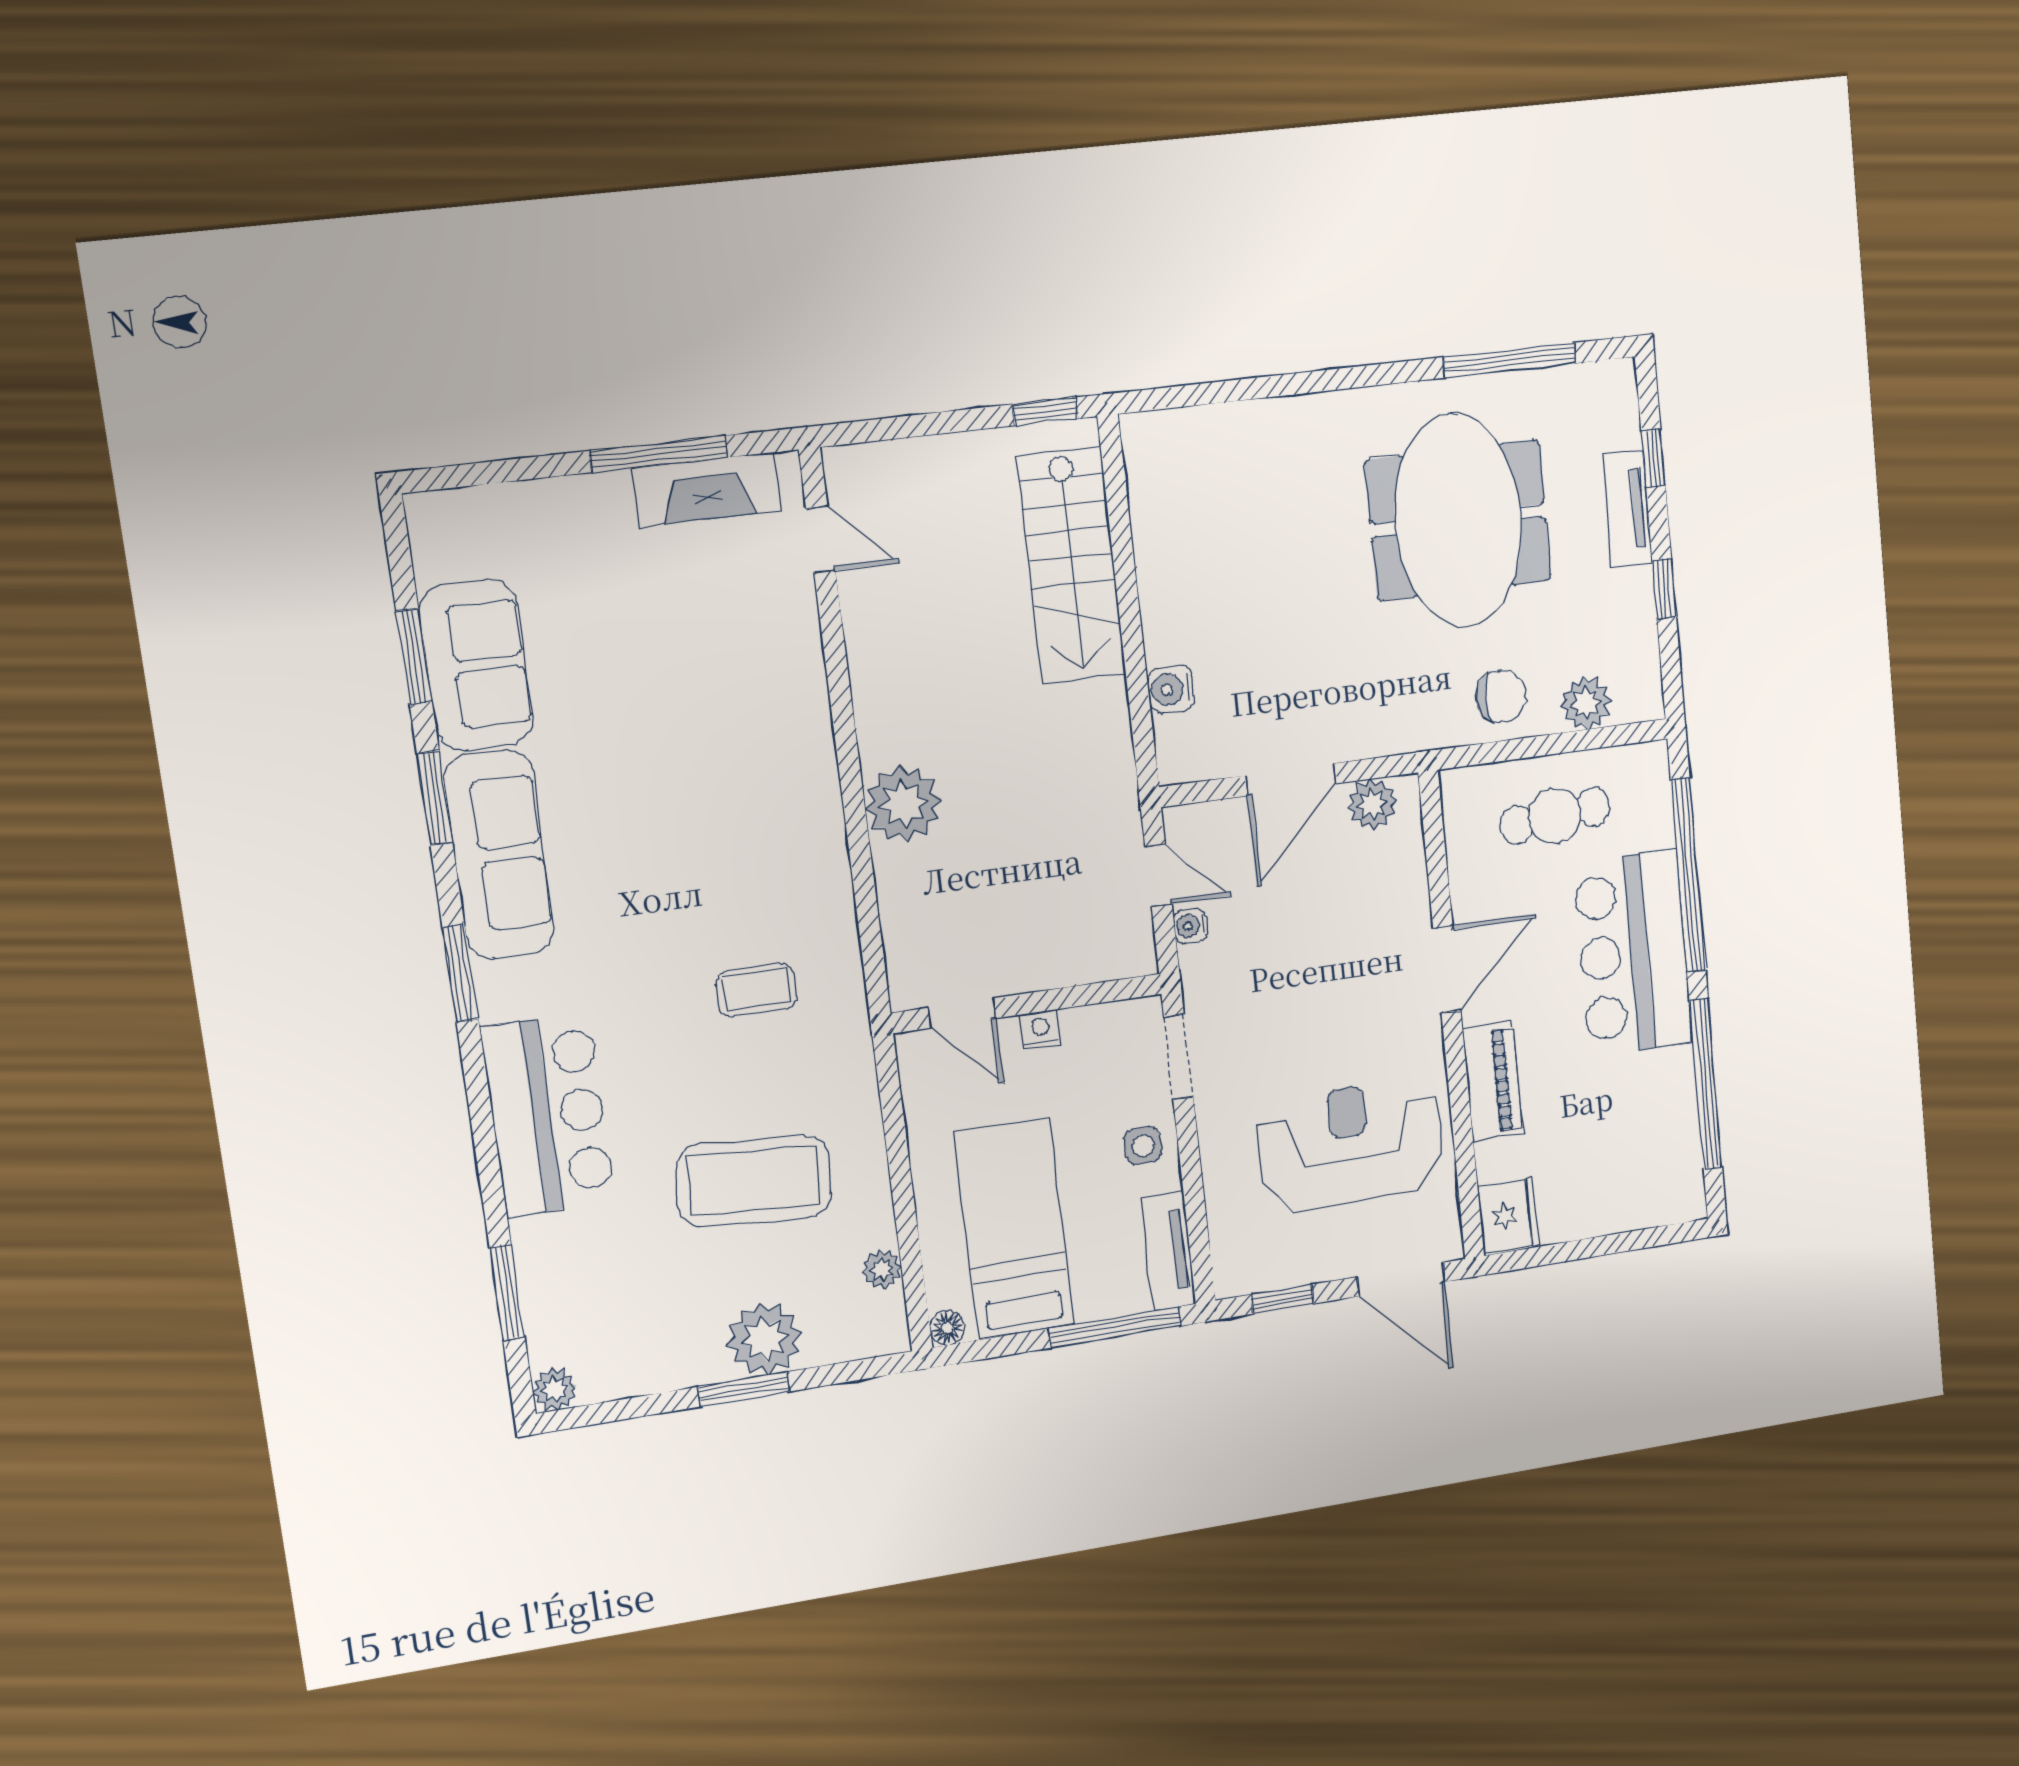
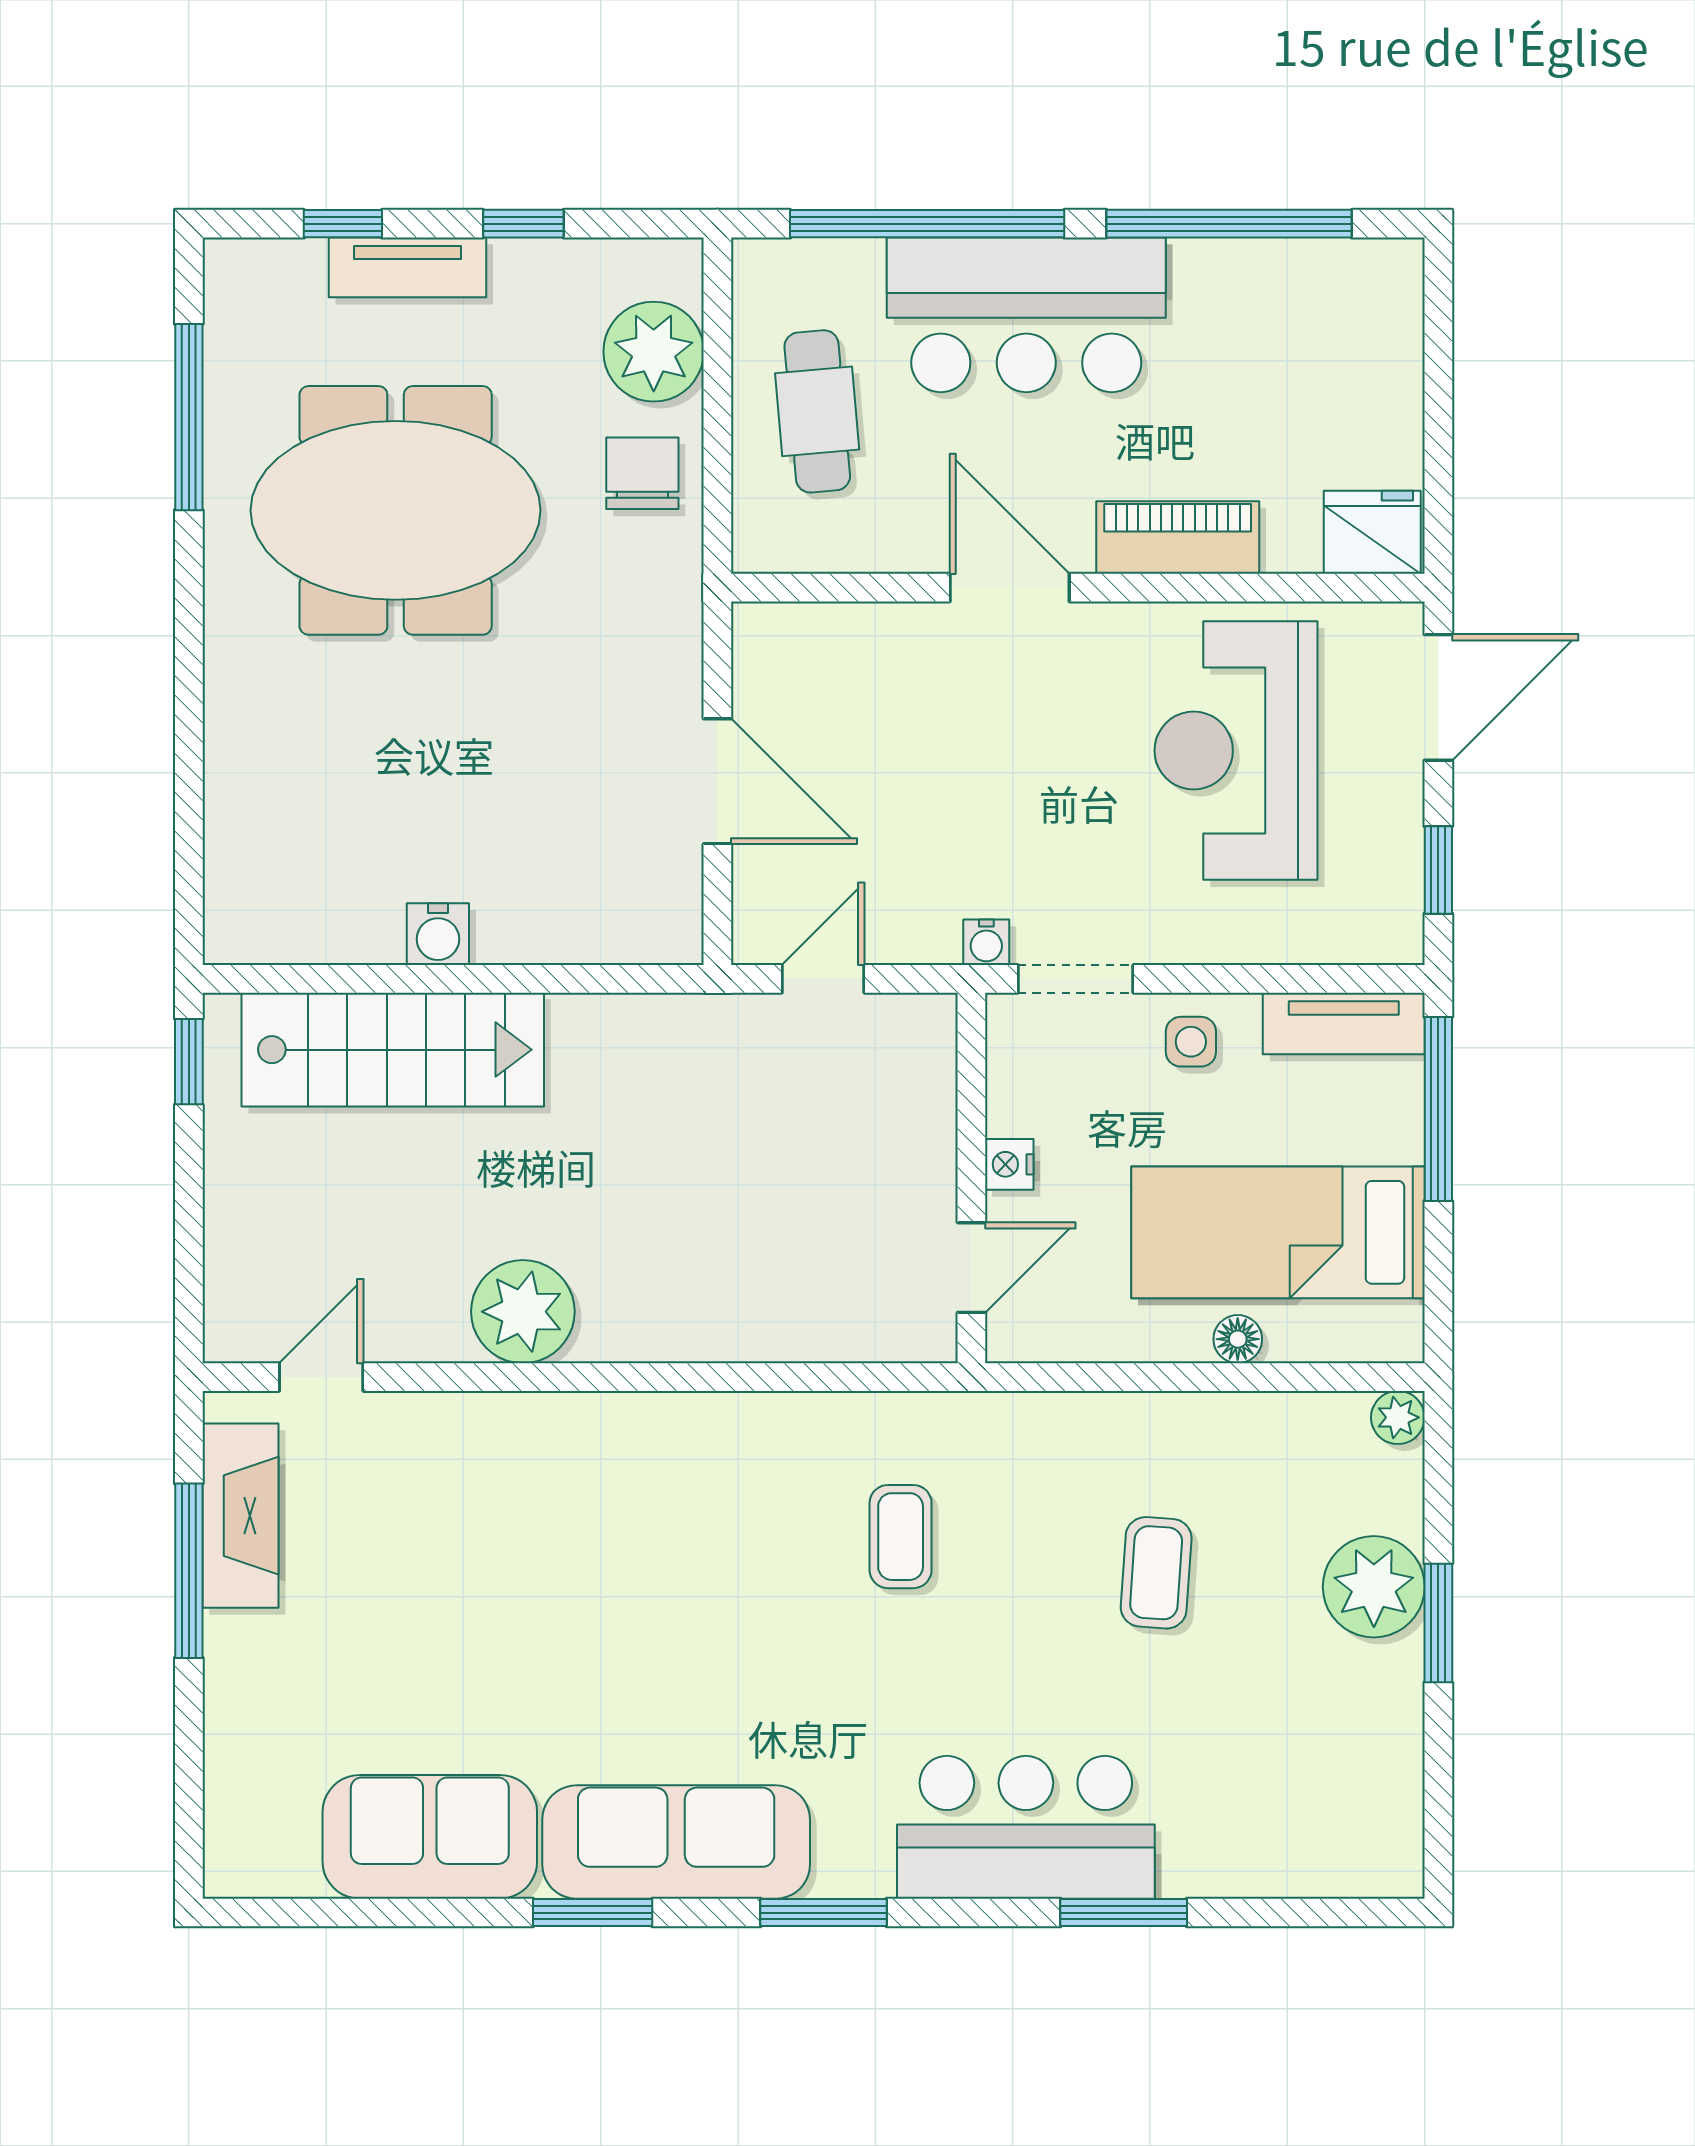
window: (414, 656) -> (409, 1913), removed
water cooler: (1171, 689) -> (438, 934), moved
plant: (1586, 703) -> (654, 352), width x1.36, depth x1.36
plant: (903, 804) -> (523, 1312), moved
plant: (1372, 804) -> (766, 671), removed
water cooler: (1191, 926) -> (986, 942), moved
coffee table: (754, 1181) -> (1156, 1573), width x0.54, depth x0.58
plant: (882, 1269) -> (1398, 1417), moved
window: (507, 1293) -> (1124, 1913), moved
floor lamp: (948, 1328) -> (1238, 1339), moved
plant: (555, 1389) -> (1396, 1870), removed

